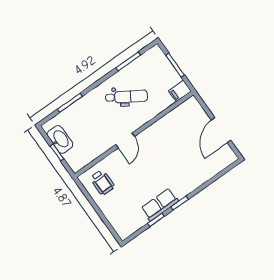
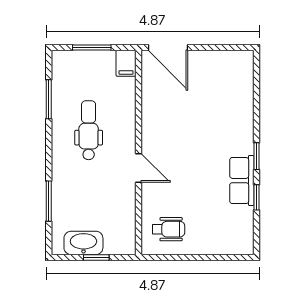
dental chair: (127, 97) -> (89, 130), turned -32
door: (221, 130) -> (168, 48), moved

